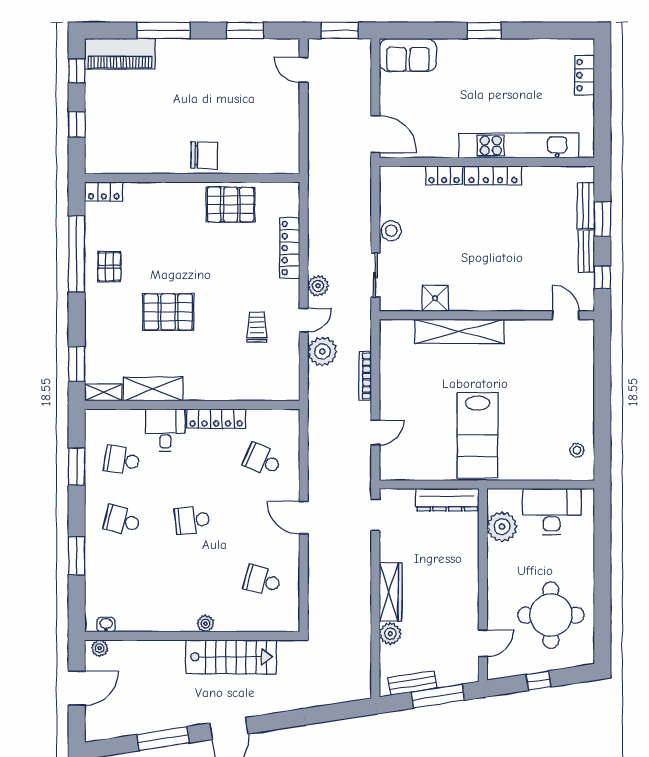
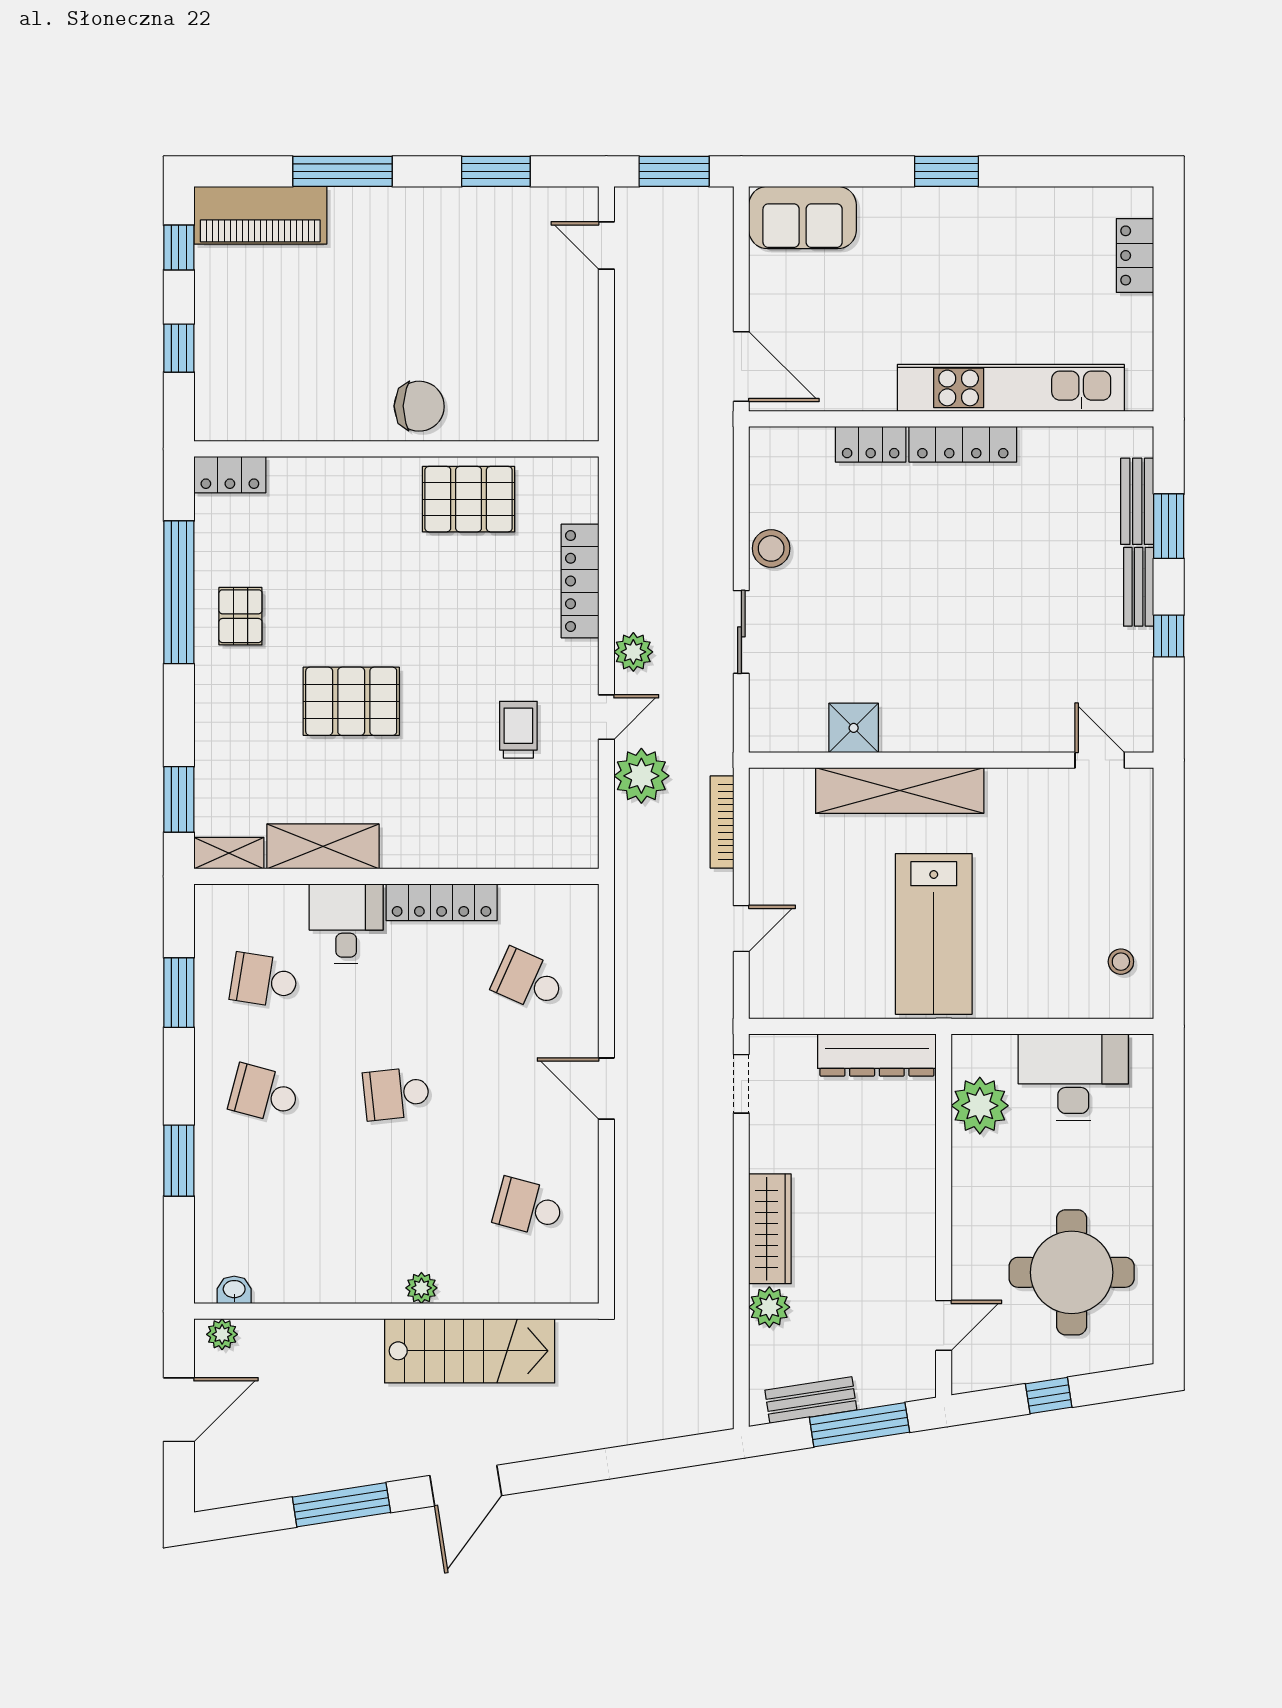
shower: (435, 298) -> (854, 728), moved
wall: (487, 315) -> (951, 760), moved
door: (566, 315) -> (1100, 760), moved
shelving: (459, 331) -> (900, 791), moved

